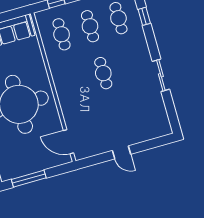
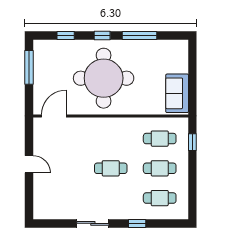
window: (144, 16) -> (137, 223), moved
door: (121, 152) -> (29, 164), swing flipped

